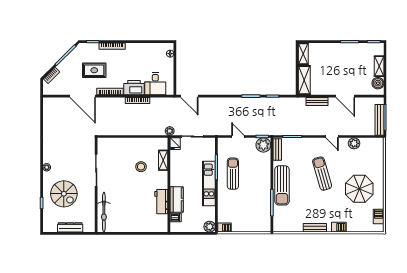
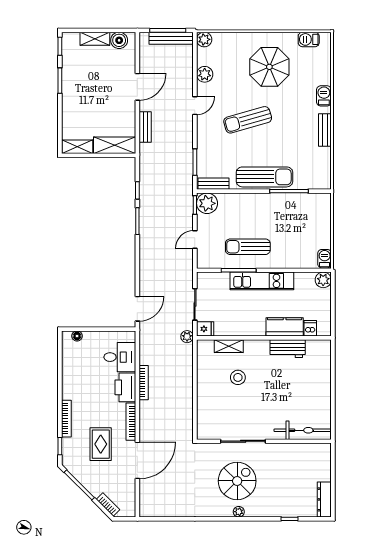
plant: (379, 143) -> (204, 39), added
spiral stairs: (64, 194) -> (237, 481), moved
dresser: (70, 227) -> (324, 499), moved

